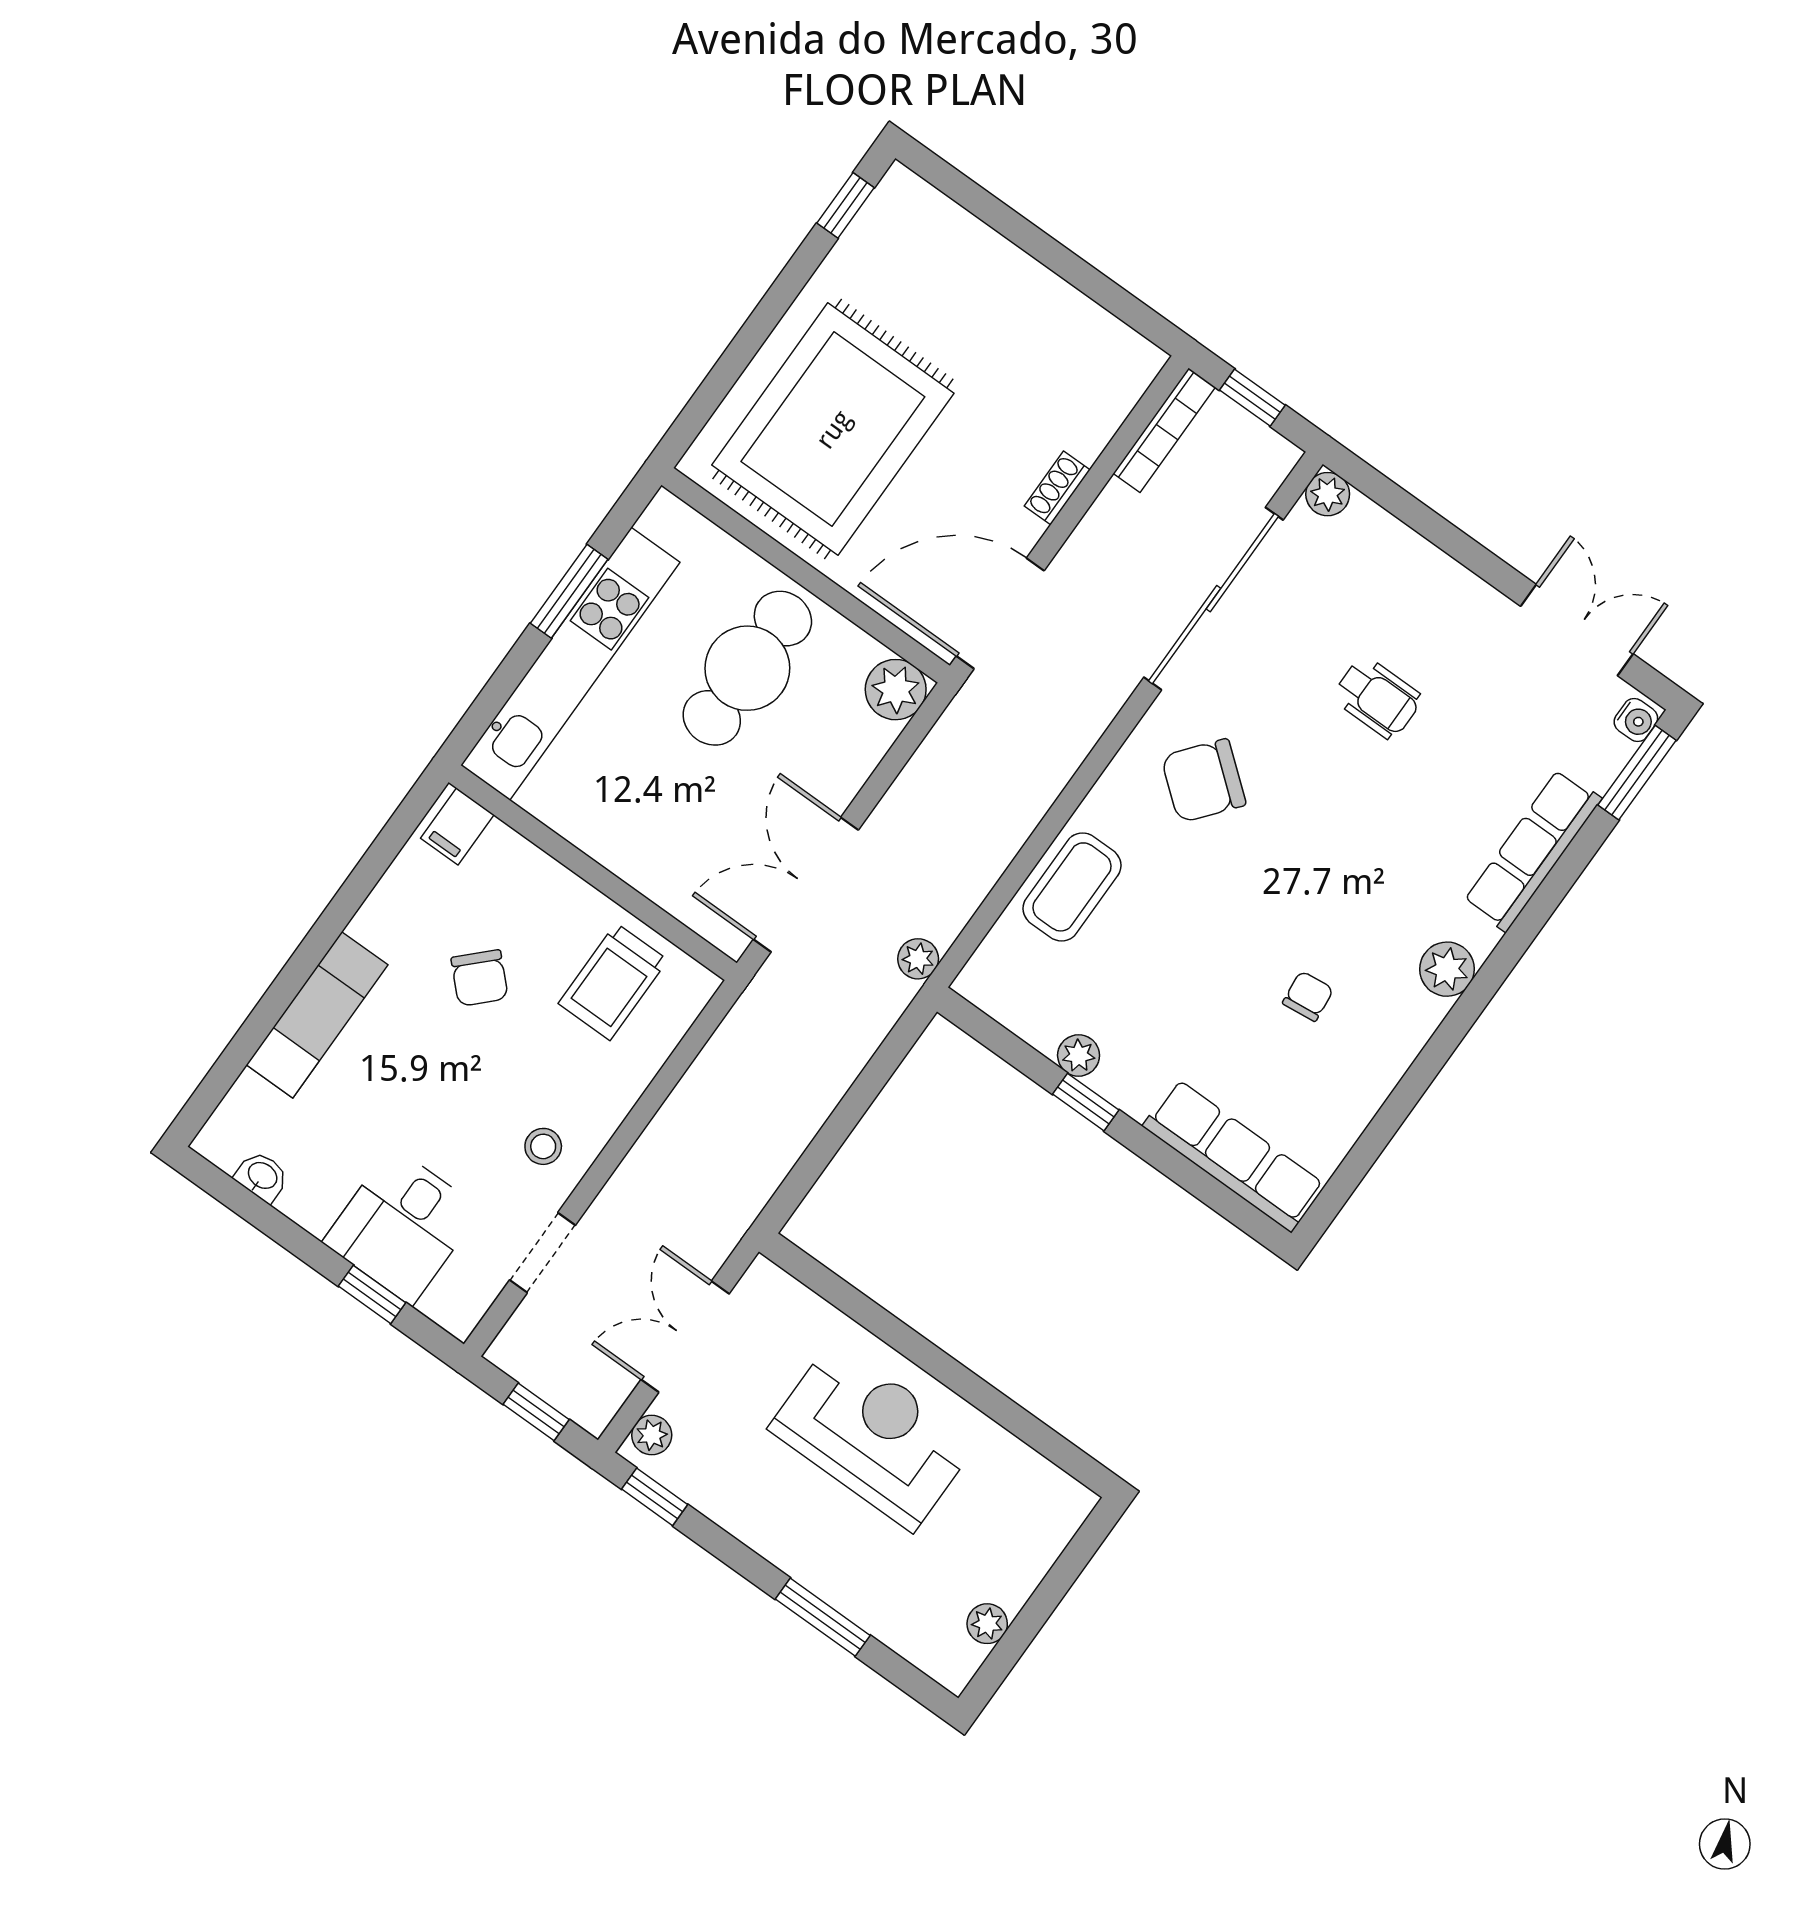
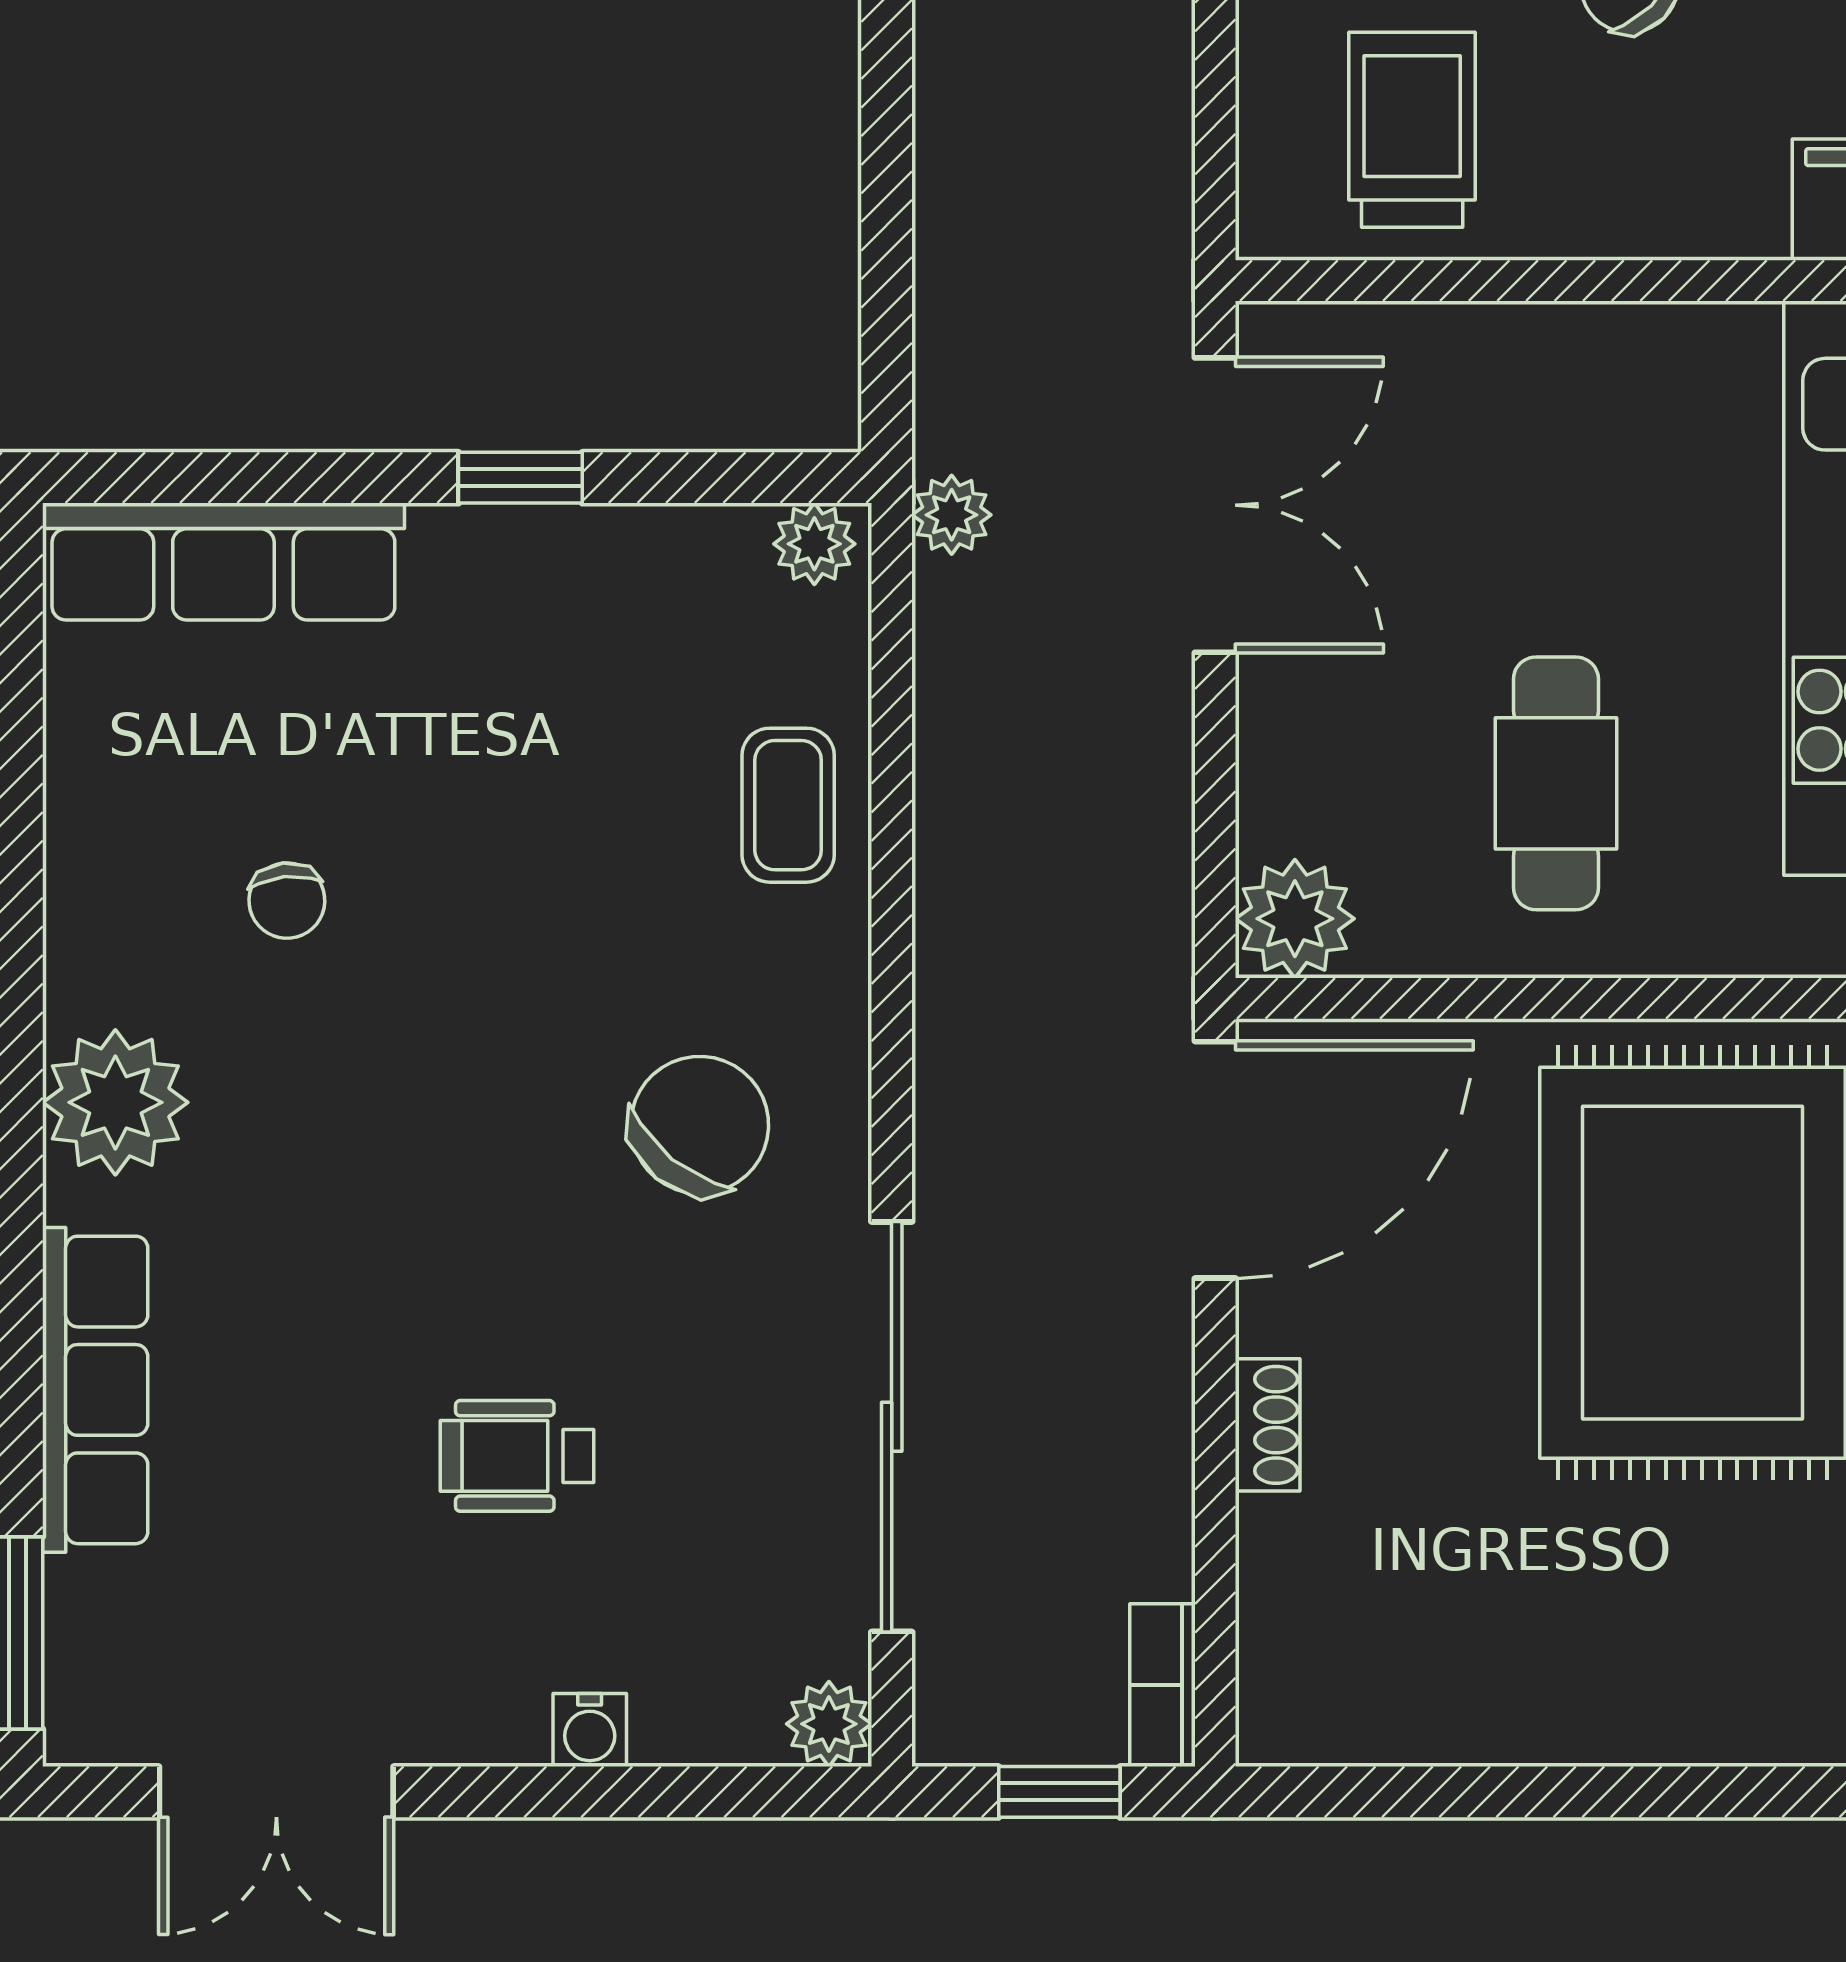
bookcase: (1164, 430) -> (1162, 1685), width x0.64
cafe table: (747, 668) -> (1556, 783), width x0.73, depth x0.74
water cooler: (1636, 720) -> (590, 1730), moved, turned -90
coffee table: (1072, 887) -> (788, 805), width x0.73, depth x0.77
plant: (1447, 969) -> (115, 1102), width x1.36, depth x1.36
plant: (1079, 1055) -> (814, 544), moved

